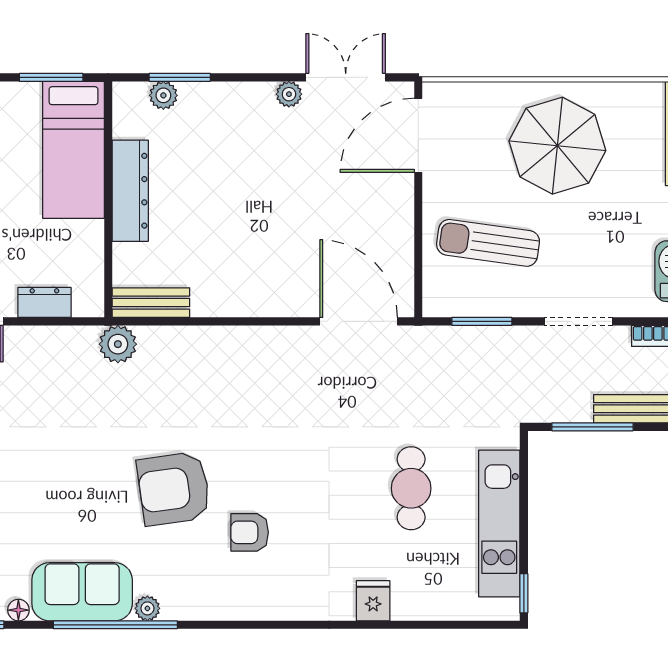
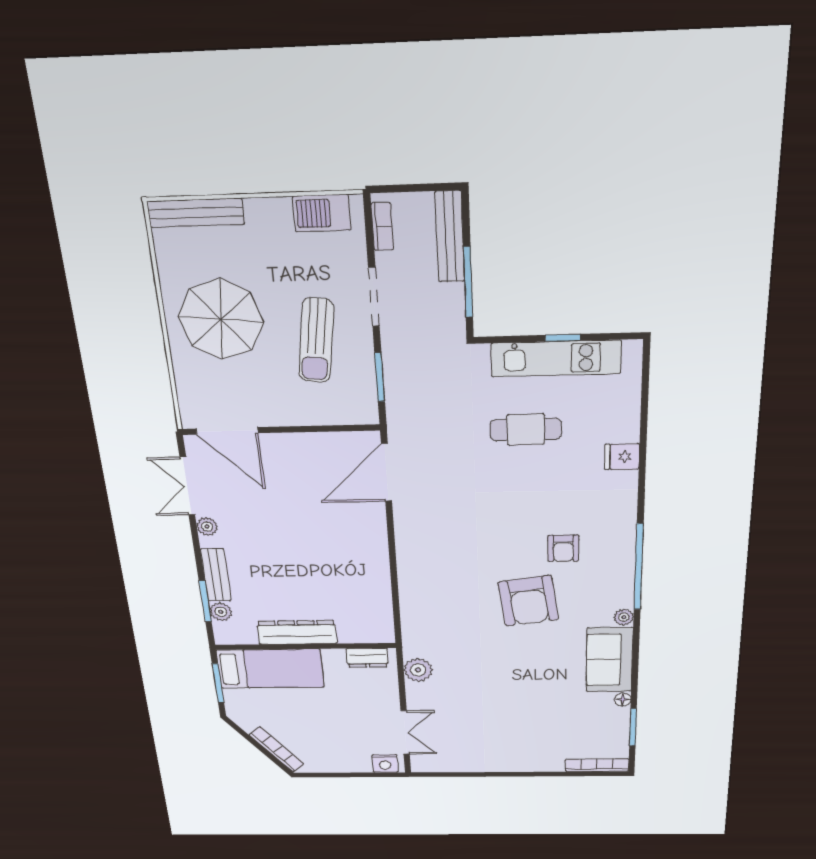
sun lounger: (488, 243) -> (316, 340), moved
dresser: (44, 302) -> (367, 658), moved, turned -90
bench: (151, 303) -> (216, 575), moved
plant: (118, 344) -> (418, 670), moved
window: (524, 593) -> (563, 338), moved
window: (115, 625) -> (639, 567), moved

